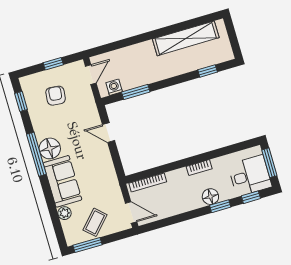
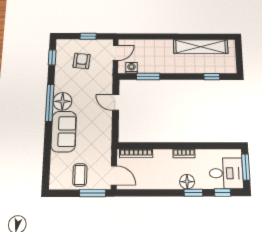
plant: (64, 213) -> (56, 159), removed
coffee table: (95, 222) -> (80, 175), turned -43
window: (88, 245) -> (93, 193), moved

